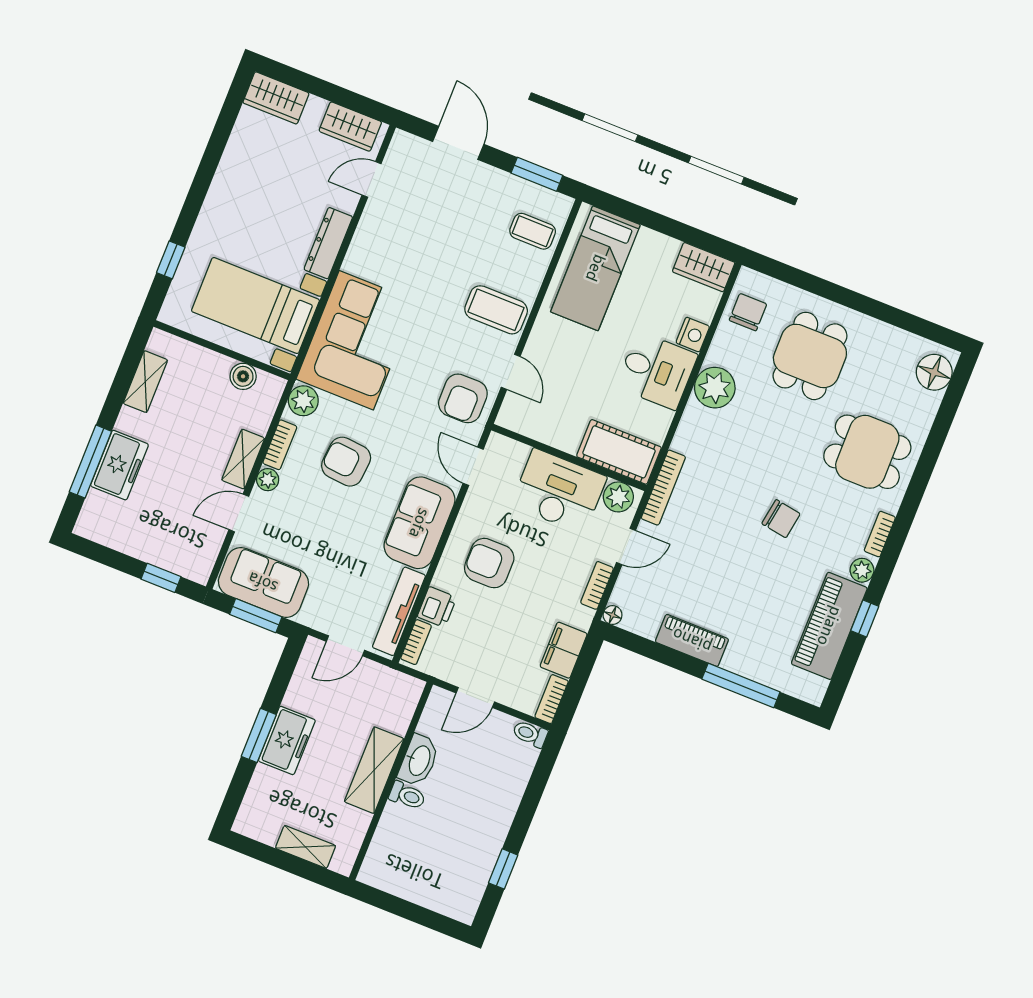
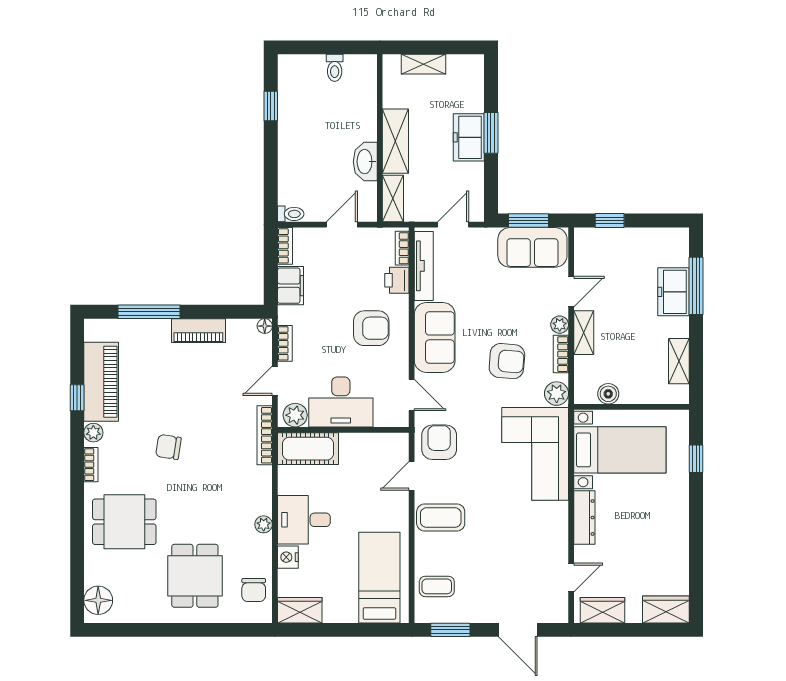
door: (511, 372) -> (412, 476), hinge flipped
plant: (715, 388) -> (264, 524), width x0.53, depth x0.53
shelving: (404, 704) -> (393, 199), added
toilet: (407, 796) -> (335, 68), moved, turned -90

